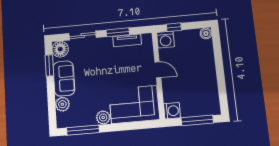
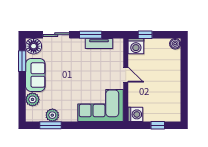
plant: (103, 117) -> (52, 115), moved
window: (197, 120) -> (158, 125), width x0.46
window: (83, 130) -> (50, 125), width x0.69

